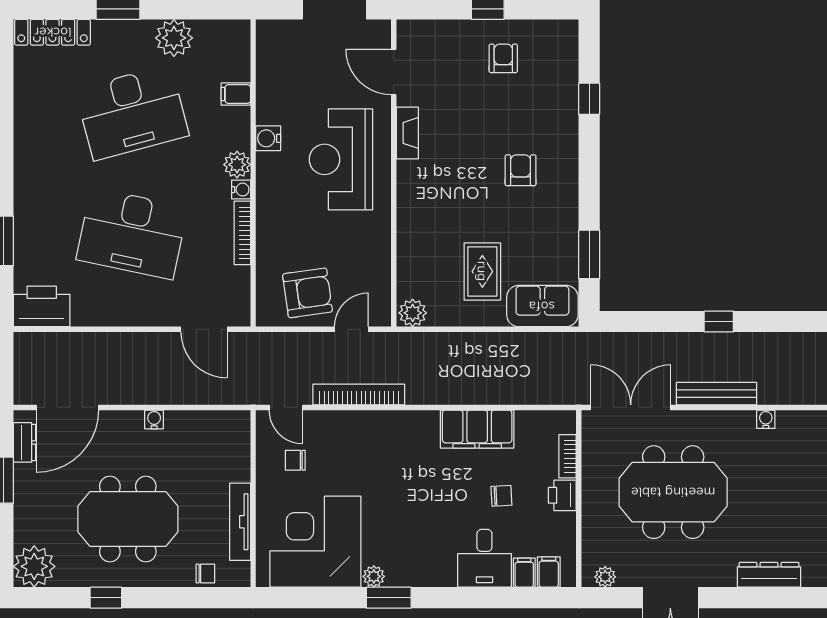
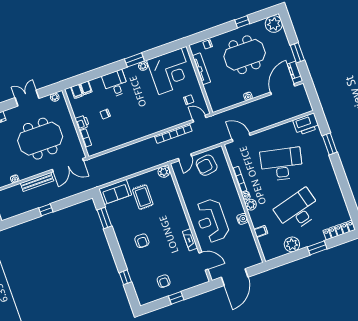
reception desk: (341, 159) -> (212, 221), turned 180
filing cabinet: (477, 429) -> (123, 136), removed
desk: (484, 558) -> (115, 84), moved

